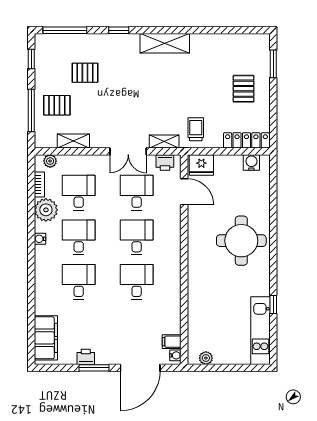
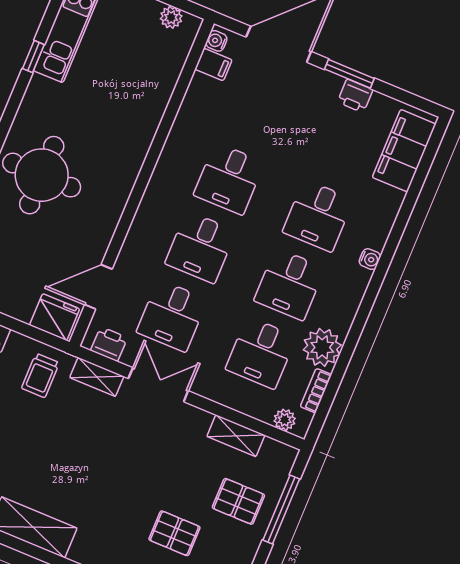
door: (184, 192) -> (98, 287), hinge flipped
water cooler: (40, 239) -> (370, 259), moved

